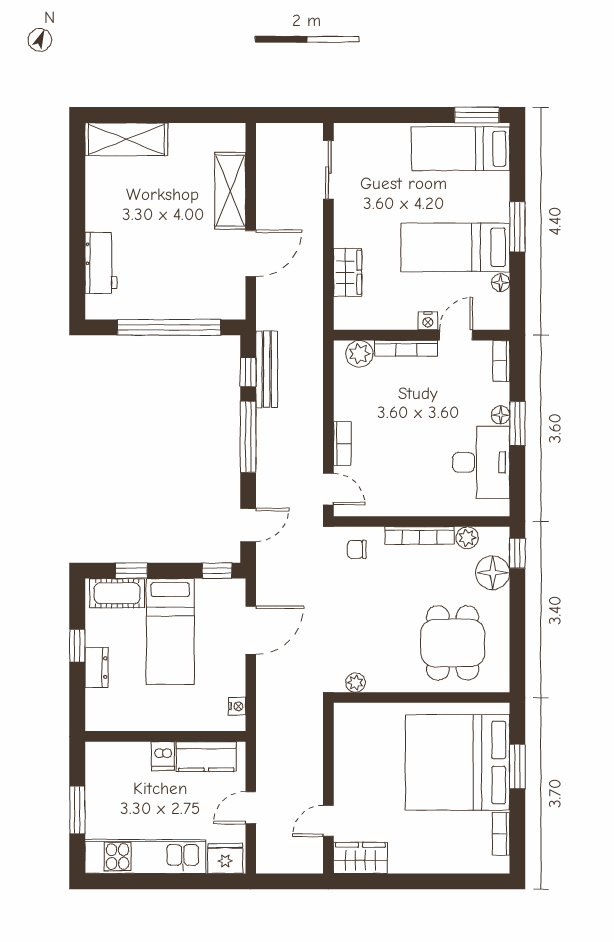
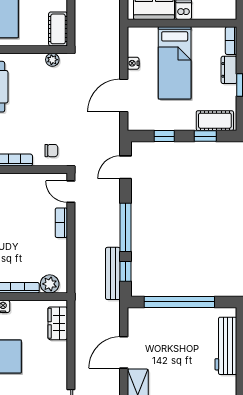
workbench: (101, 263) -> (226, 346), width x1.38
wardrobe: (348, 272) -> (58, 323), moved
window: (217, 571) -> (164, 136), moved
bed: (170, 632) -> (175, 63), moved, turned 180
nightstand: (237, 706) -> (133, 63), moved
bookcase: (93, 711) -> (231, 41), added
cot: (347, 728) -> (58, 29), added

